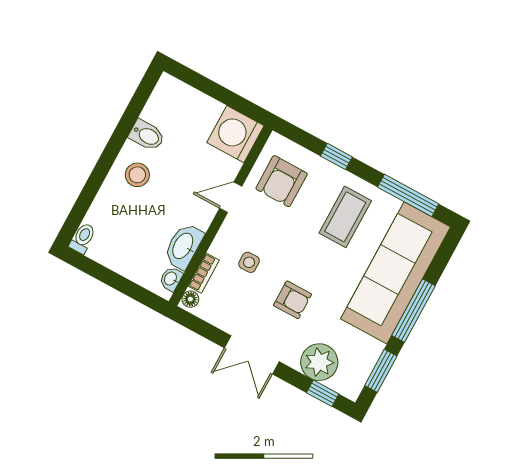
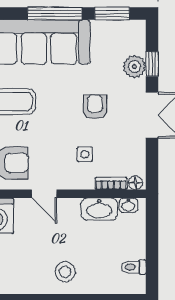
bidet: (147, 135) -> (32, 281), removed
toilet: (83, 238) -> (134, 267), moved
plant: (319, 362) -> (134, 67), width x0.73, depth x0.73
window: (323, 393) -> (152, 64), moved

